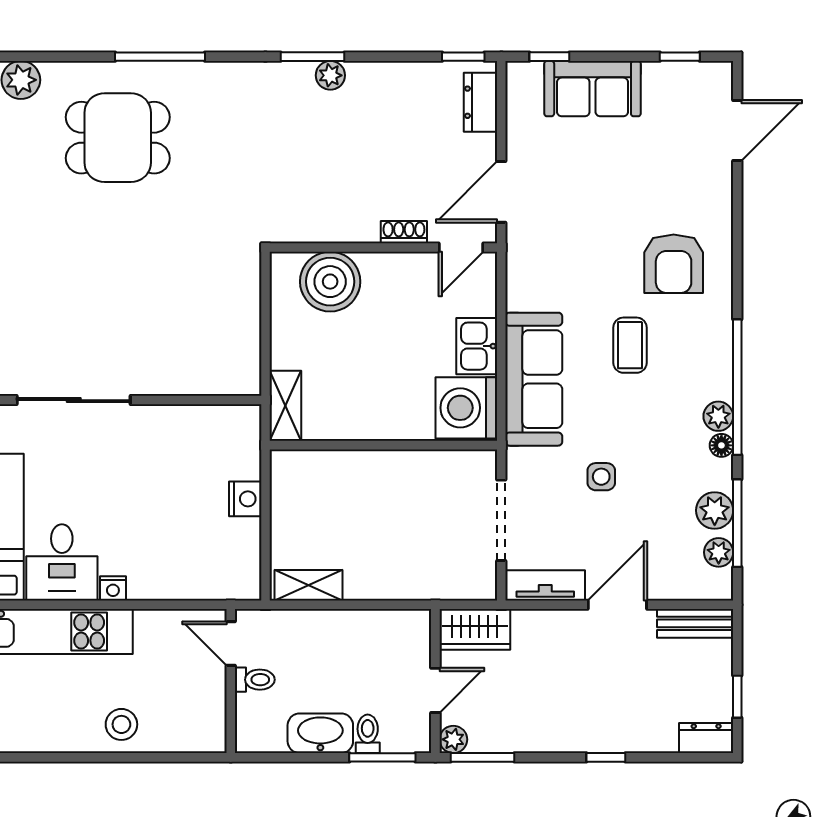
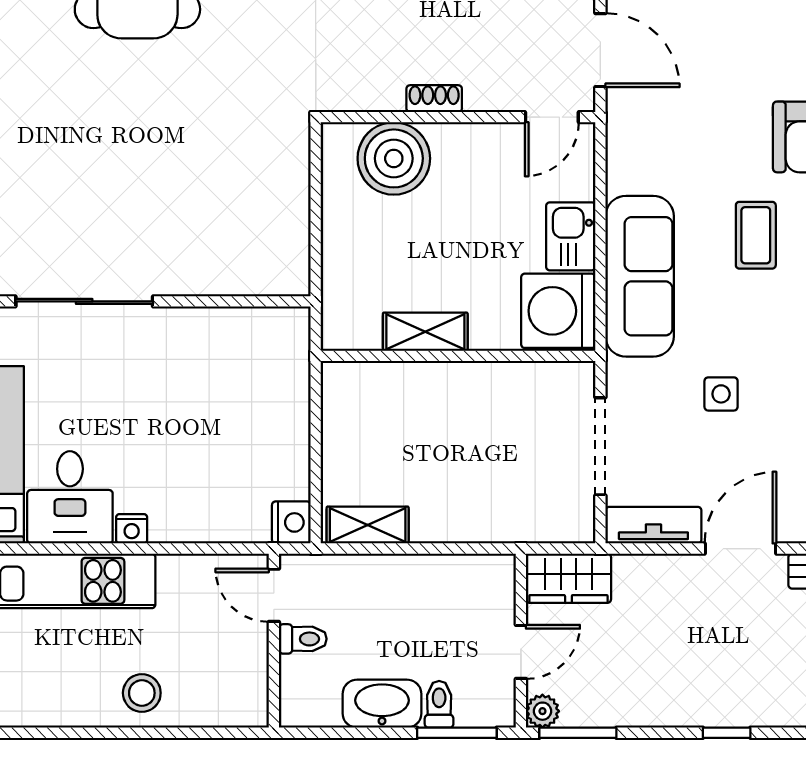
door: (501, 192) -> (600, 50), swing flipped
shoe rack: (404, 232) -> (434, 99), moved
shelving: (285, 406) -> (425, 332), moved, turned 90
nightstand: (245, 499) -> (291, 522), moved

